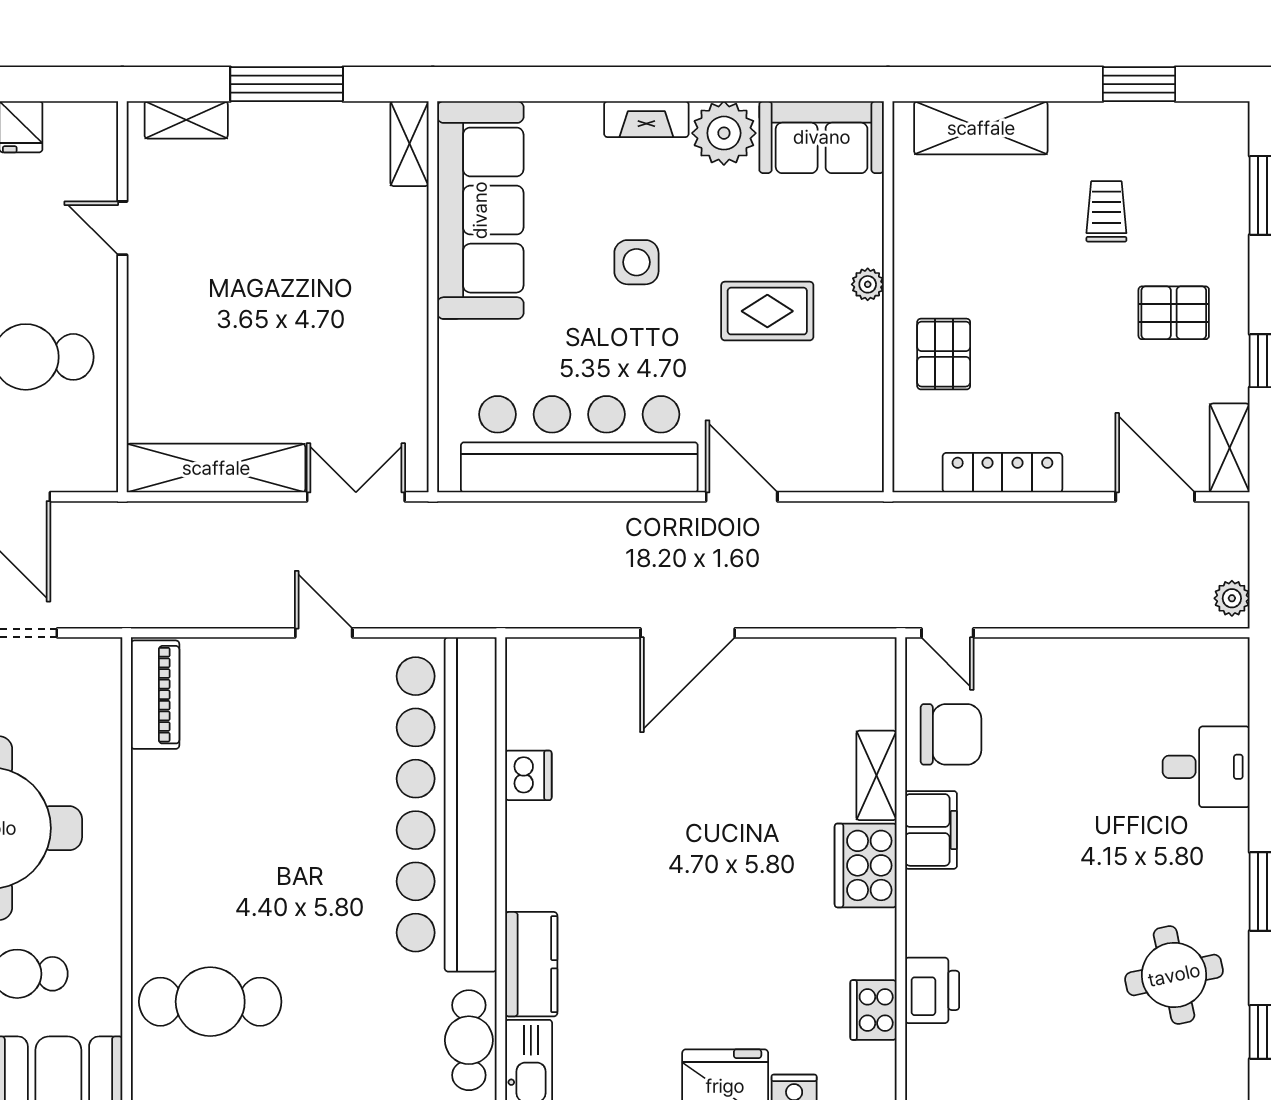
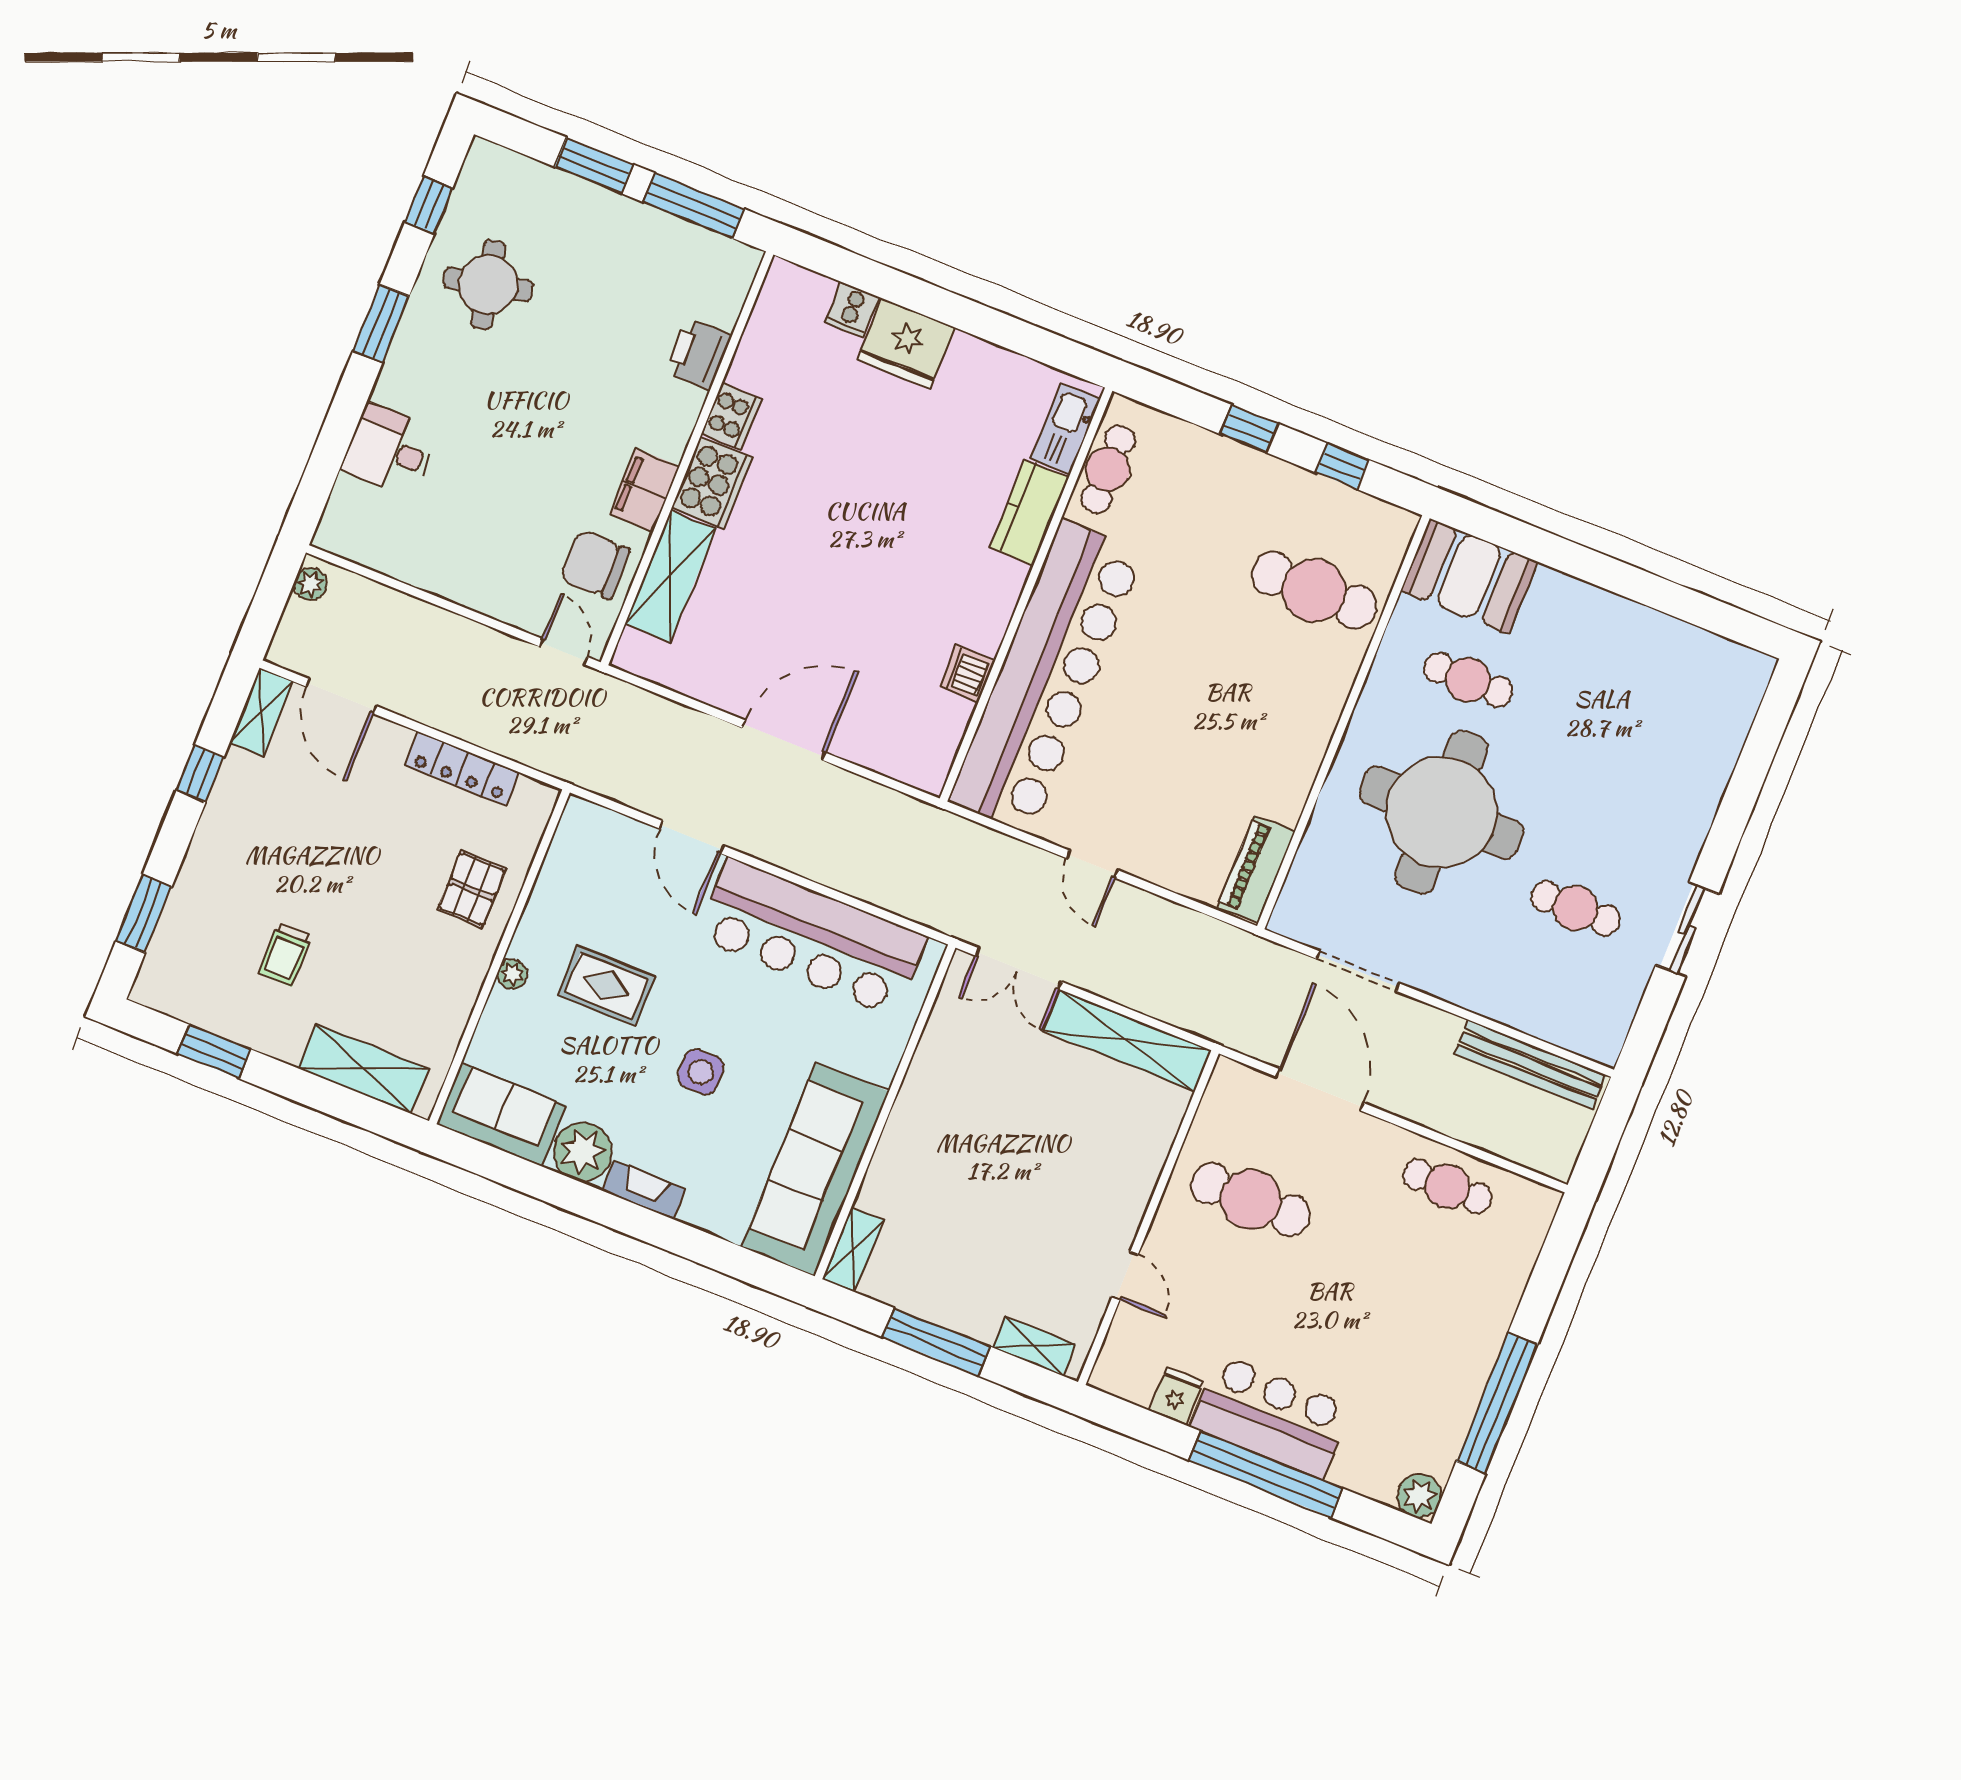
pallet: (1174, 313) -> (263, 846), removed
shelving: (876, 775) -> (670, 576), width x1.50, depth x1.33
cooker: (873, 1010) -> (731, 416), moved

